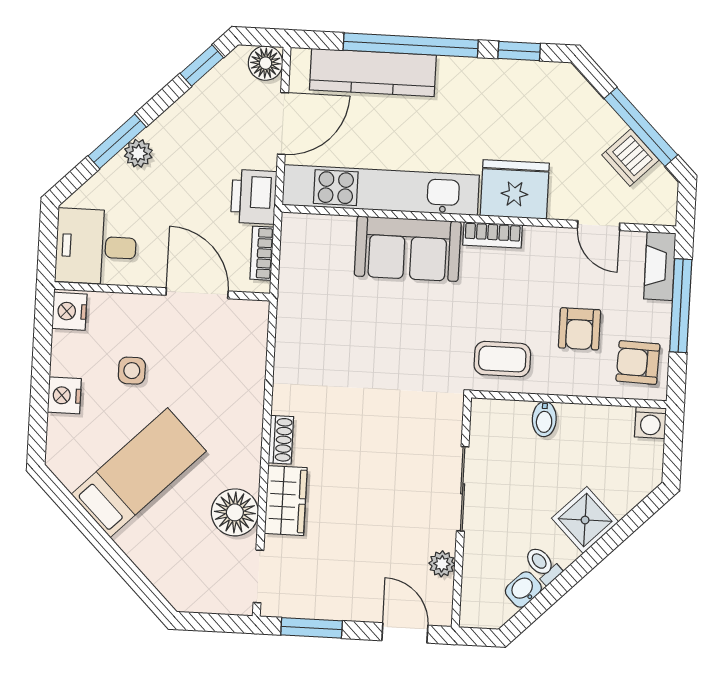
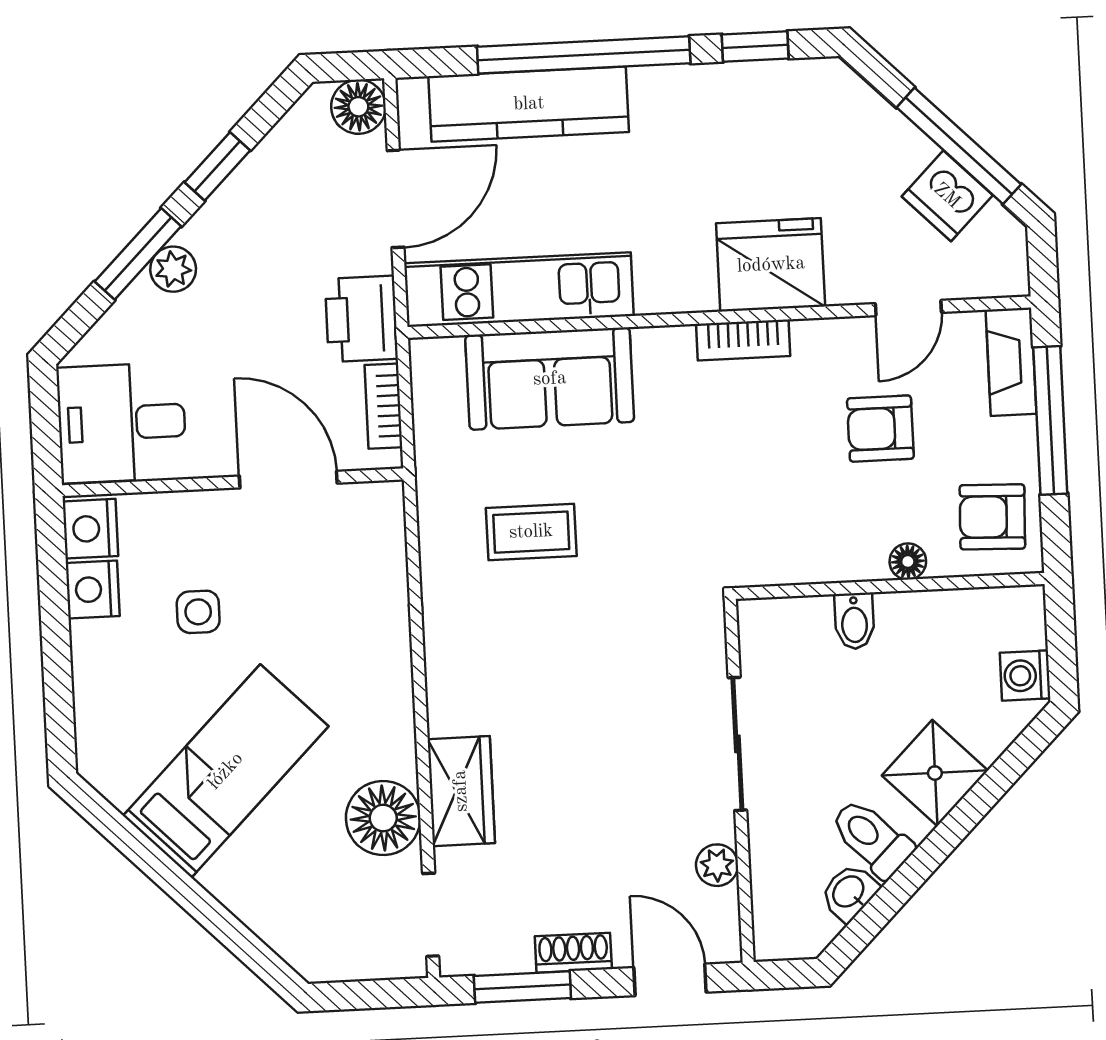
window: (202, 65) -> (217, 166), moved
kitchen unit: (381, 190) -> (519, 290), width x0.73
door: (599, 226) -> (908, 308), hinge flipped
sofa: (408, 249) -> (550, 379), moved
armchair: (580, 329) -> (880, 429), moved, turned 90
coffee table: (502, 359) -> (531, 532), moved
floor lamp: (582, 385) -> (908, 561), added
nightstand: (64, 395) -> (93, 589), moved
washing machine: (650, 422) -> (1025, 676), moved, turned 90
shoe rack: (281, 440) -> (573, 953), moved, turned -90
toilet: (543, 565) -> (872, 838), width x1.37, depth x1.39

